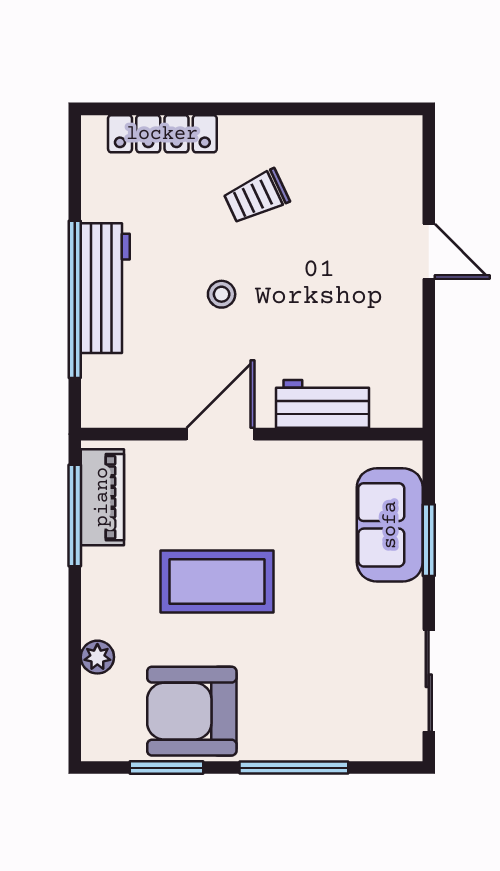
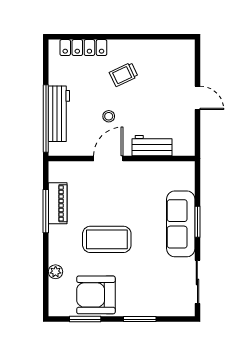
workbench: (323, 404) -> (152, 146), moved
door: (220, 434) -> (108, 159), moved
wall: (252, 434) -> (122, 159), moved
sofa: (390, 525) -> (181, 224), width x1.36
window: (294, 768) -> (140, 319), width x0.69

